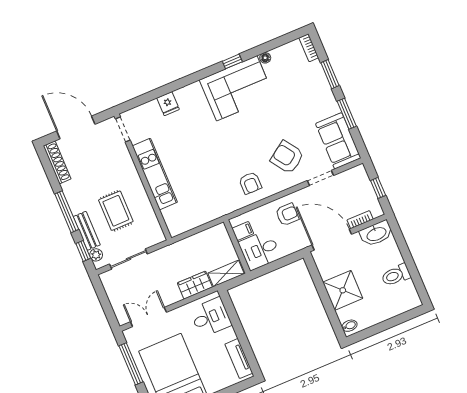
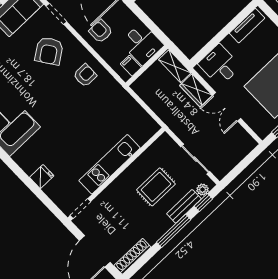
double door: (148, 317) -> (227, 107), moved

